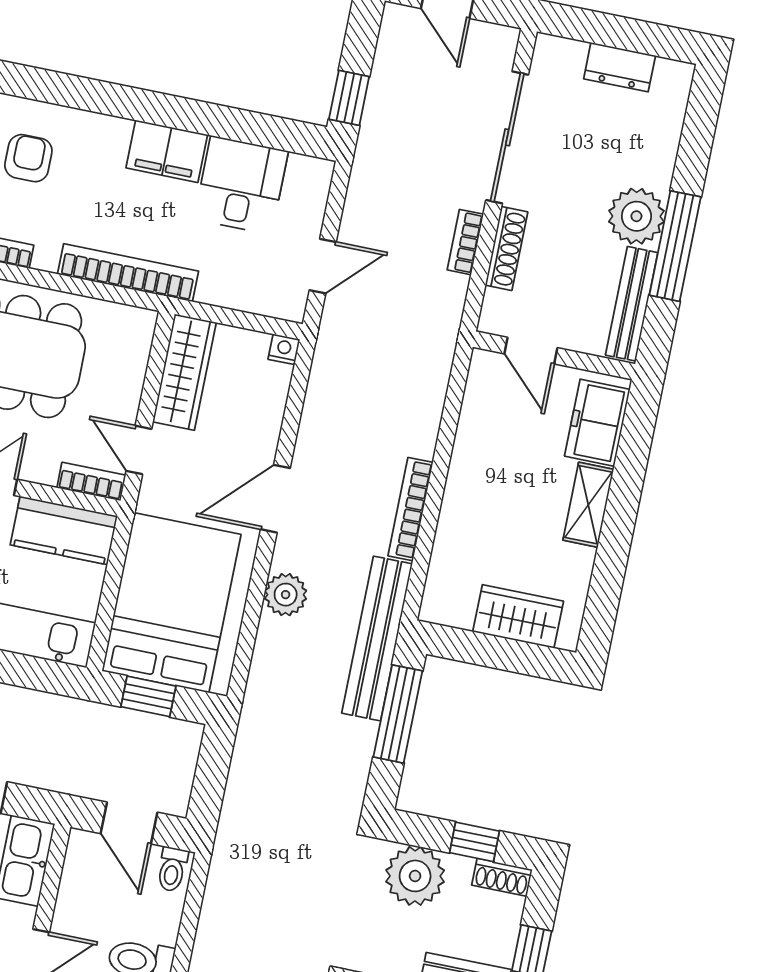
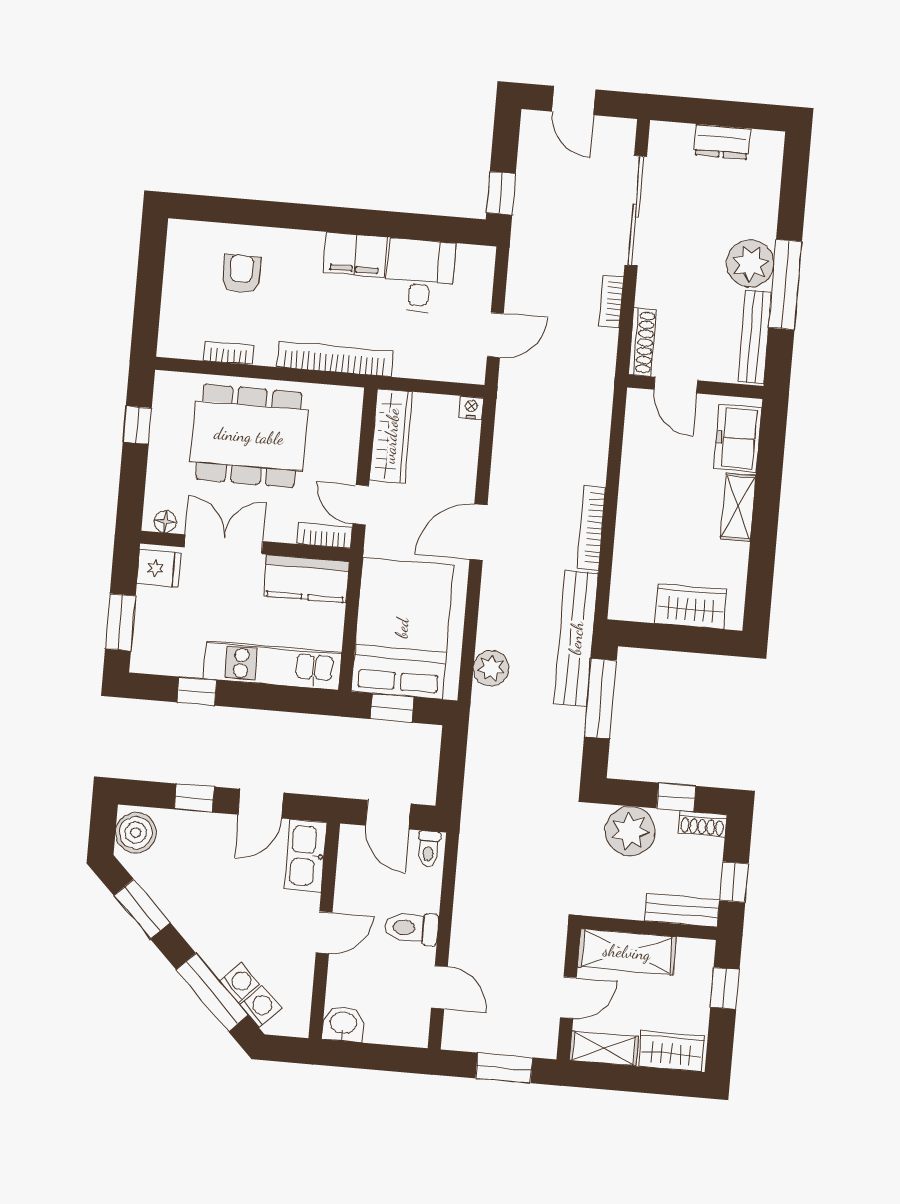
shoe rack: (506, 248) -> (642, 342), moved
plant: (286, 595) -> (491, 668), moved

